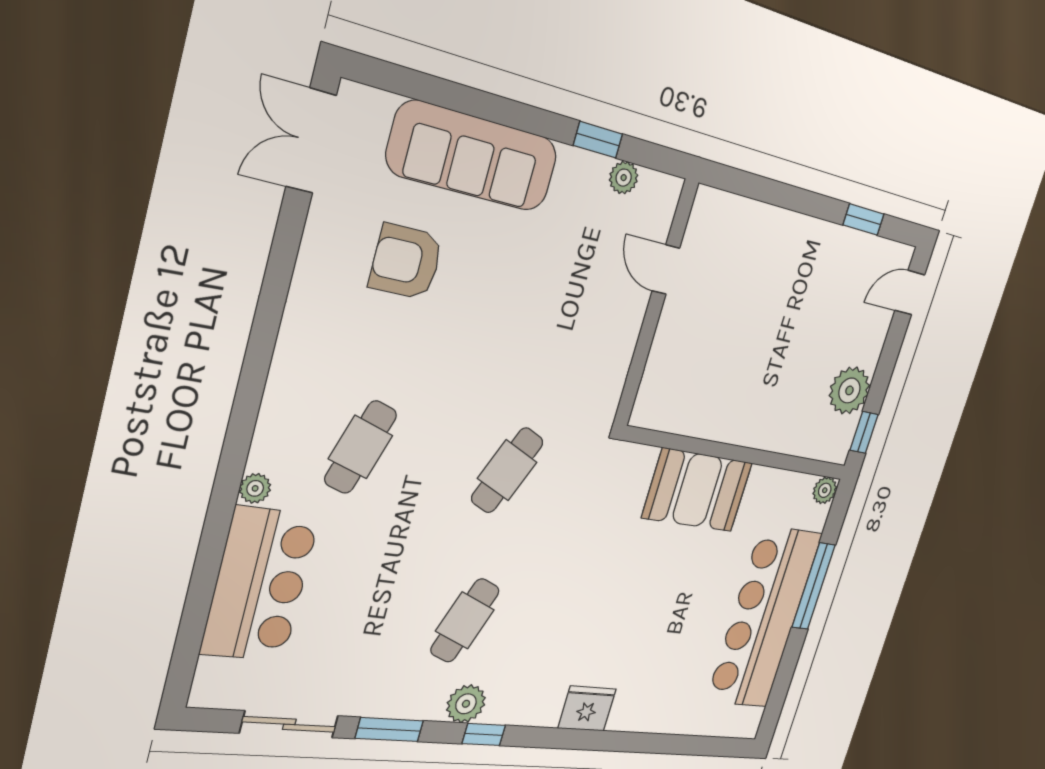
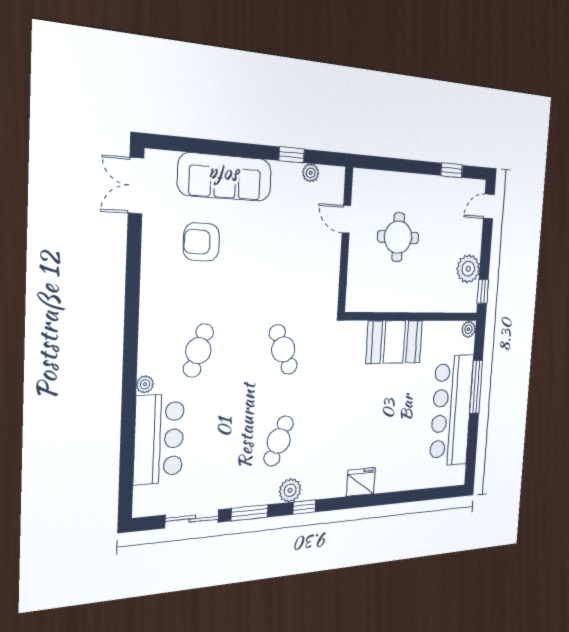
round table: (746, 316) -> (398, 237), added
cafe table: (507, 470) -> (283, 349), turned -48

